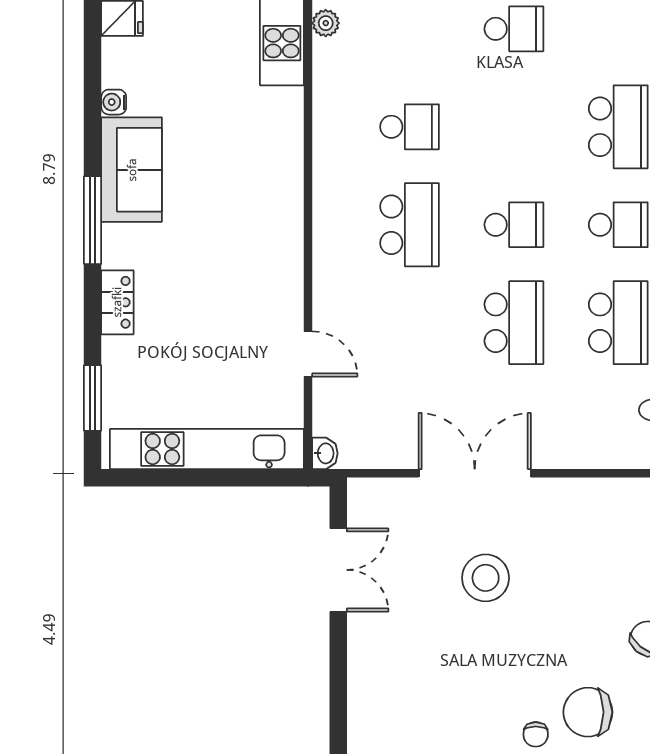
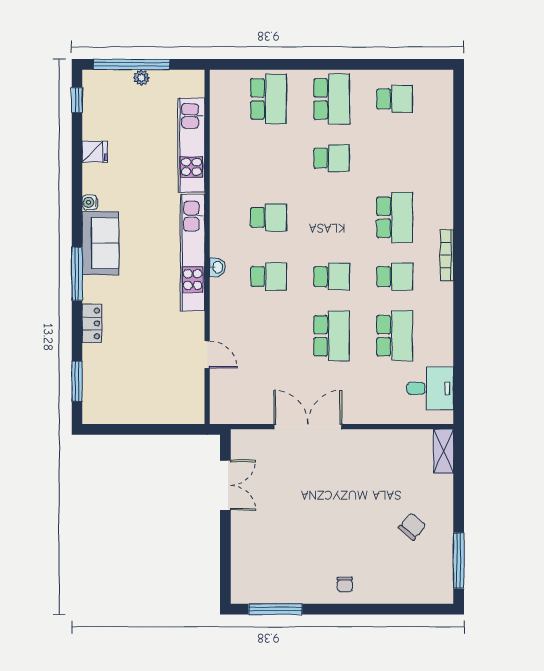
plant: (326, 23) -> (218, 155), removed
school desk: (410, 225) -> (269, 277), width x0.54
kitchen unit: (207, 449) -> (193, 253), moved, turned -90
washbasin: (325, 453) -> (217, 267), moved
stool: (486, 578) -> (314, 490), removed
chair: (588, 712) -> (376, 571), removed

